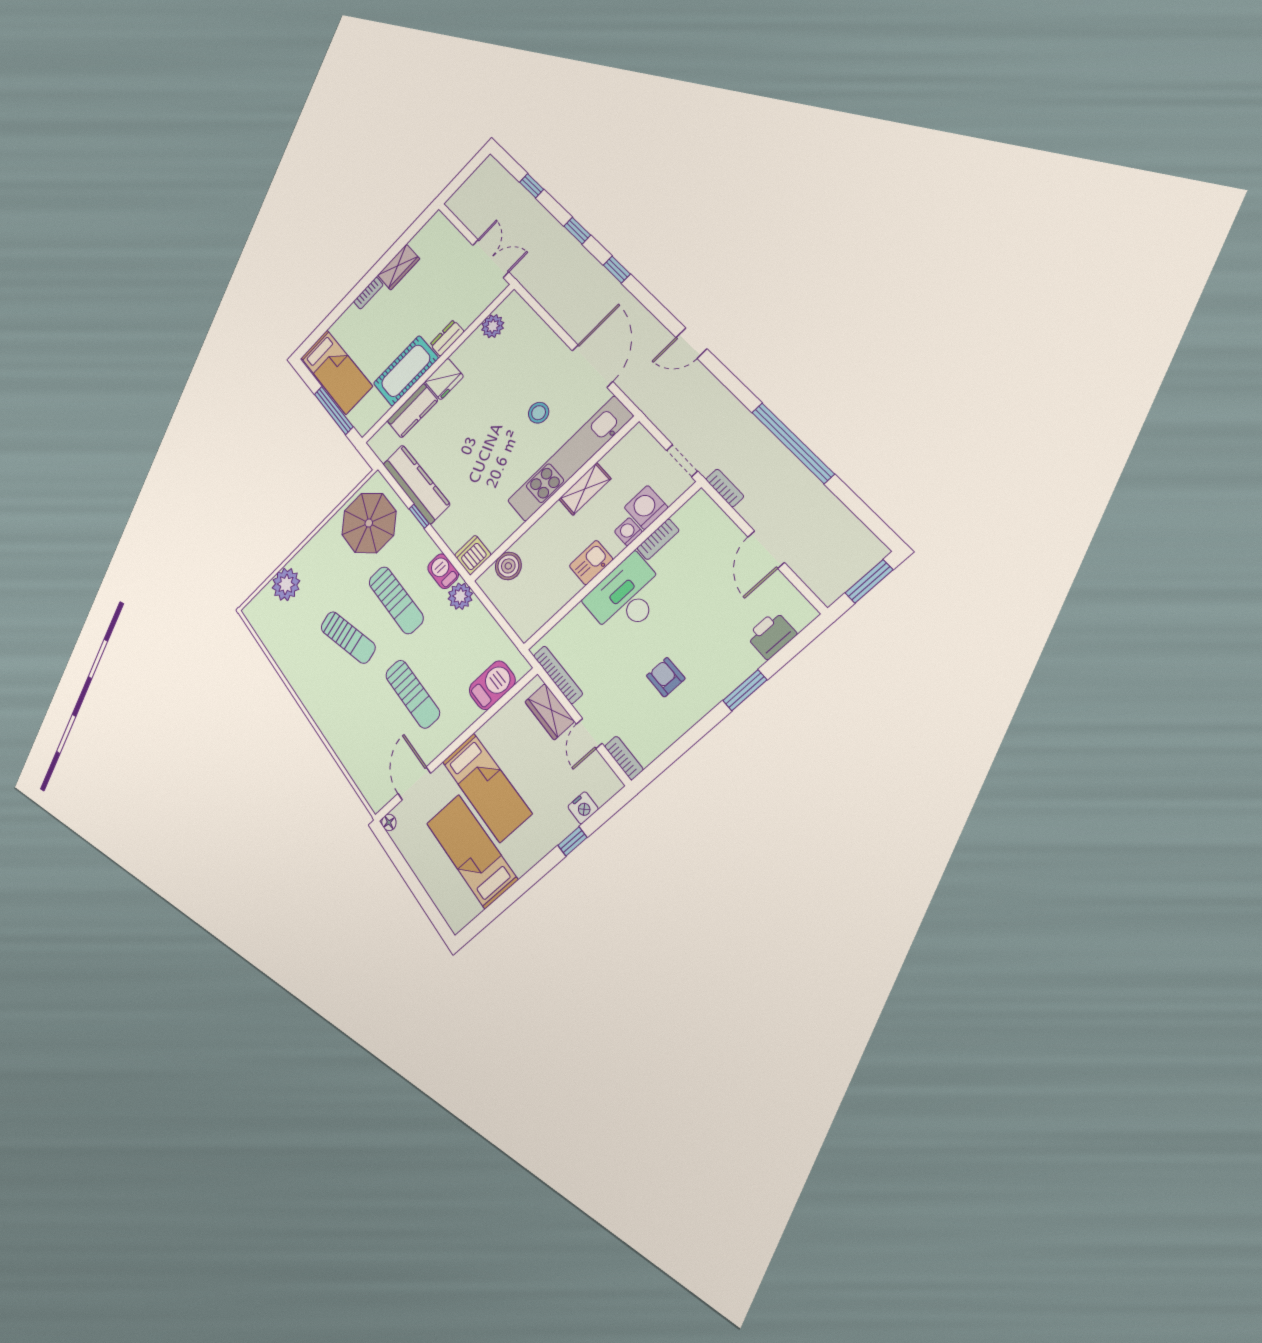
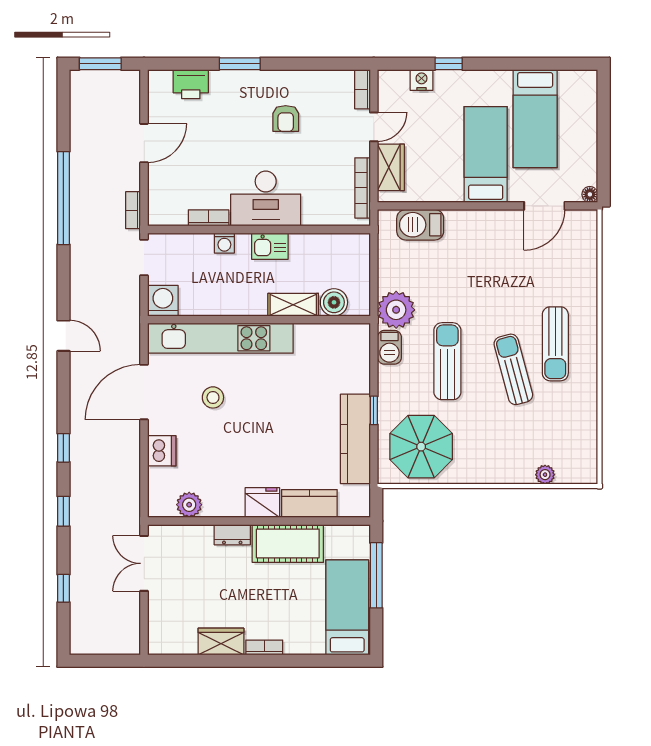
shelving: (585, 489) -> (293, 305), moved
washing machine: (646, 508) -> (163, 301), moved, turned 180
dishwasher: (473, 555) -> (162, 451), moved, turned -90
plant: (286, 584) -> (545, 475), width x0.53, depth x0.53
plant: (460, 596) -> (396, 310), width x1.36, depth x1.36
sun lounger: (413, 694) -> (555, 344), moved, turned 180

